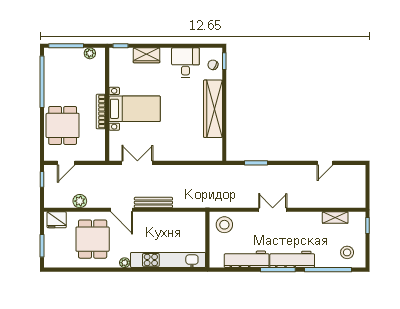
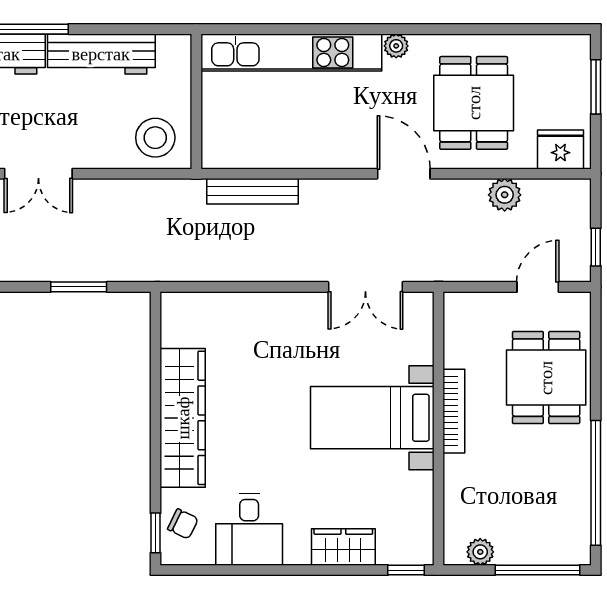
bench: (153, 203) -> (253, 191), moved

